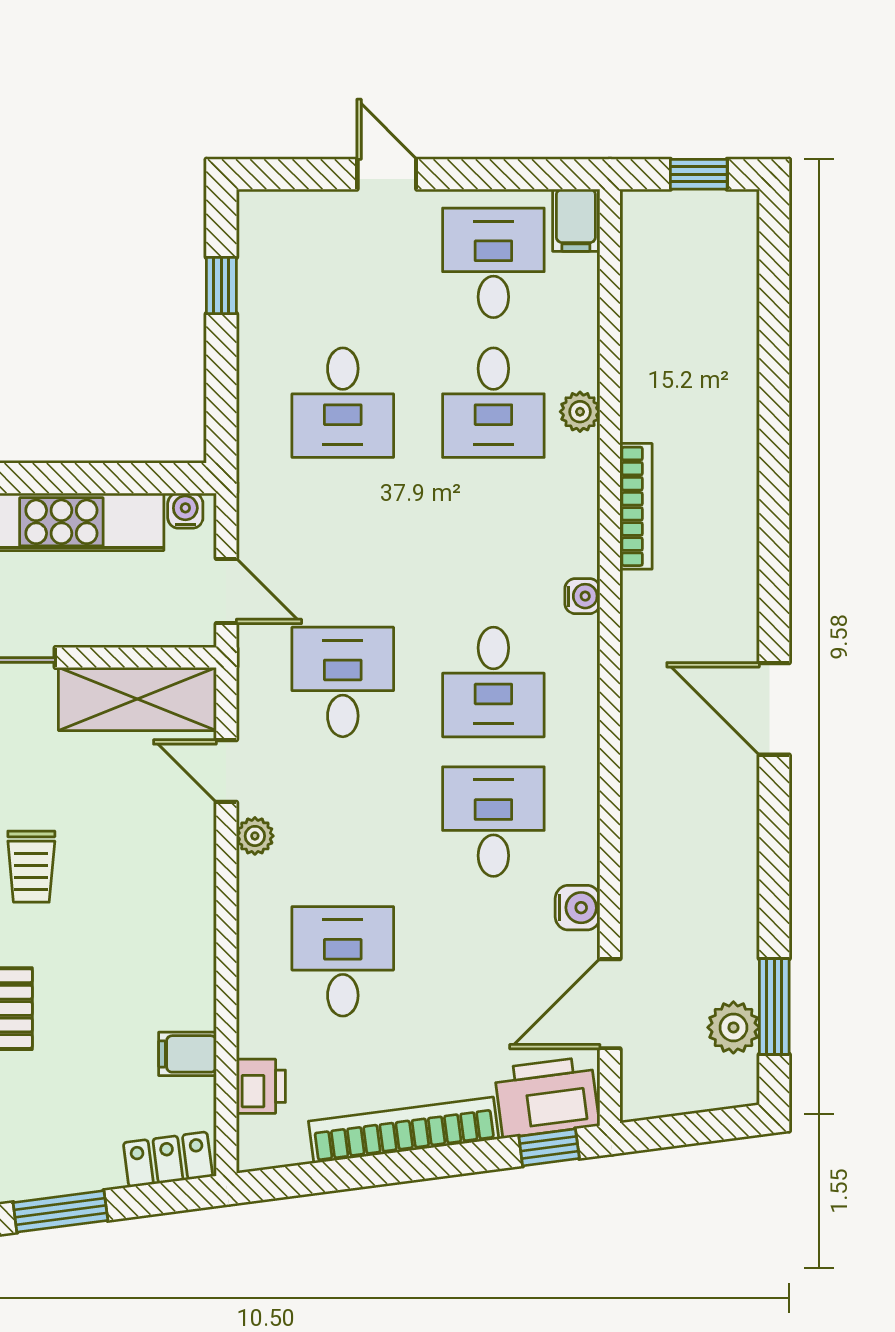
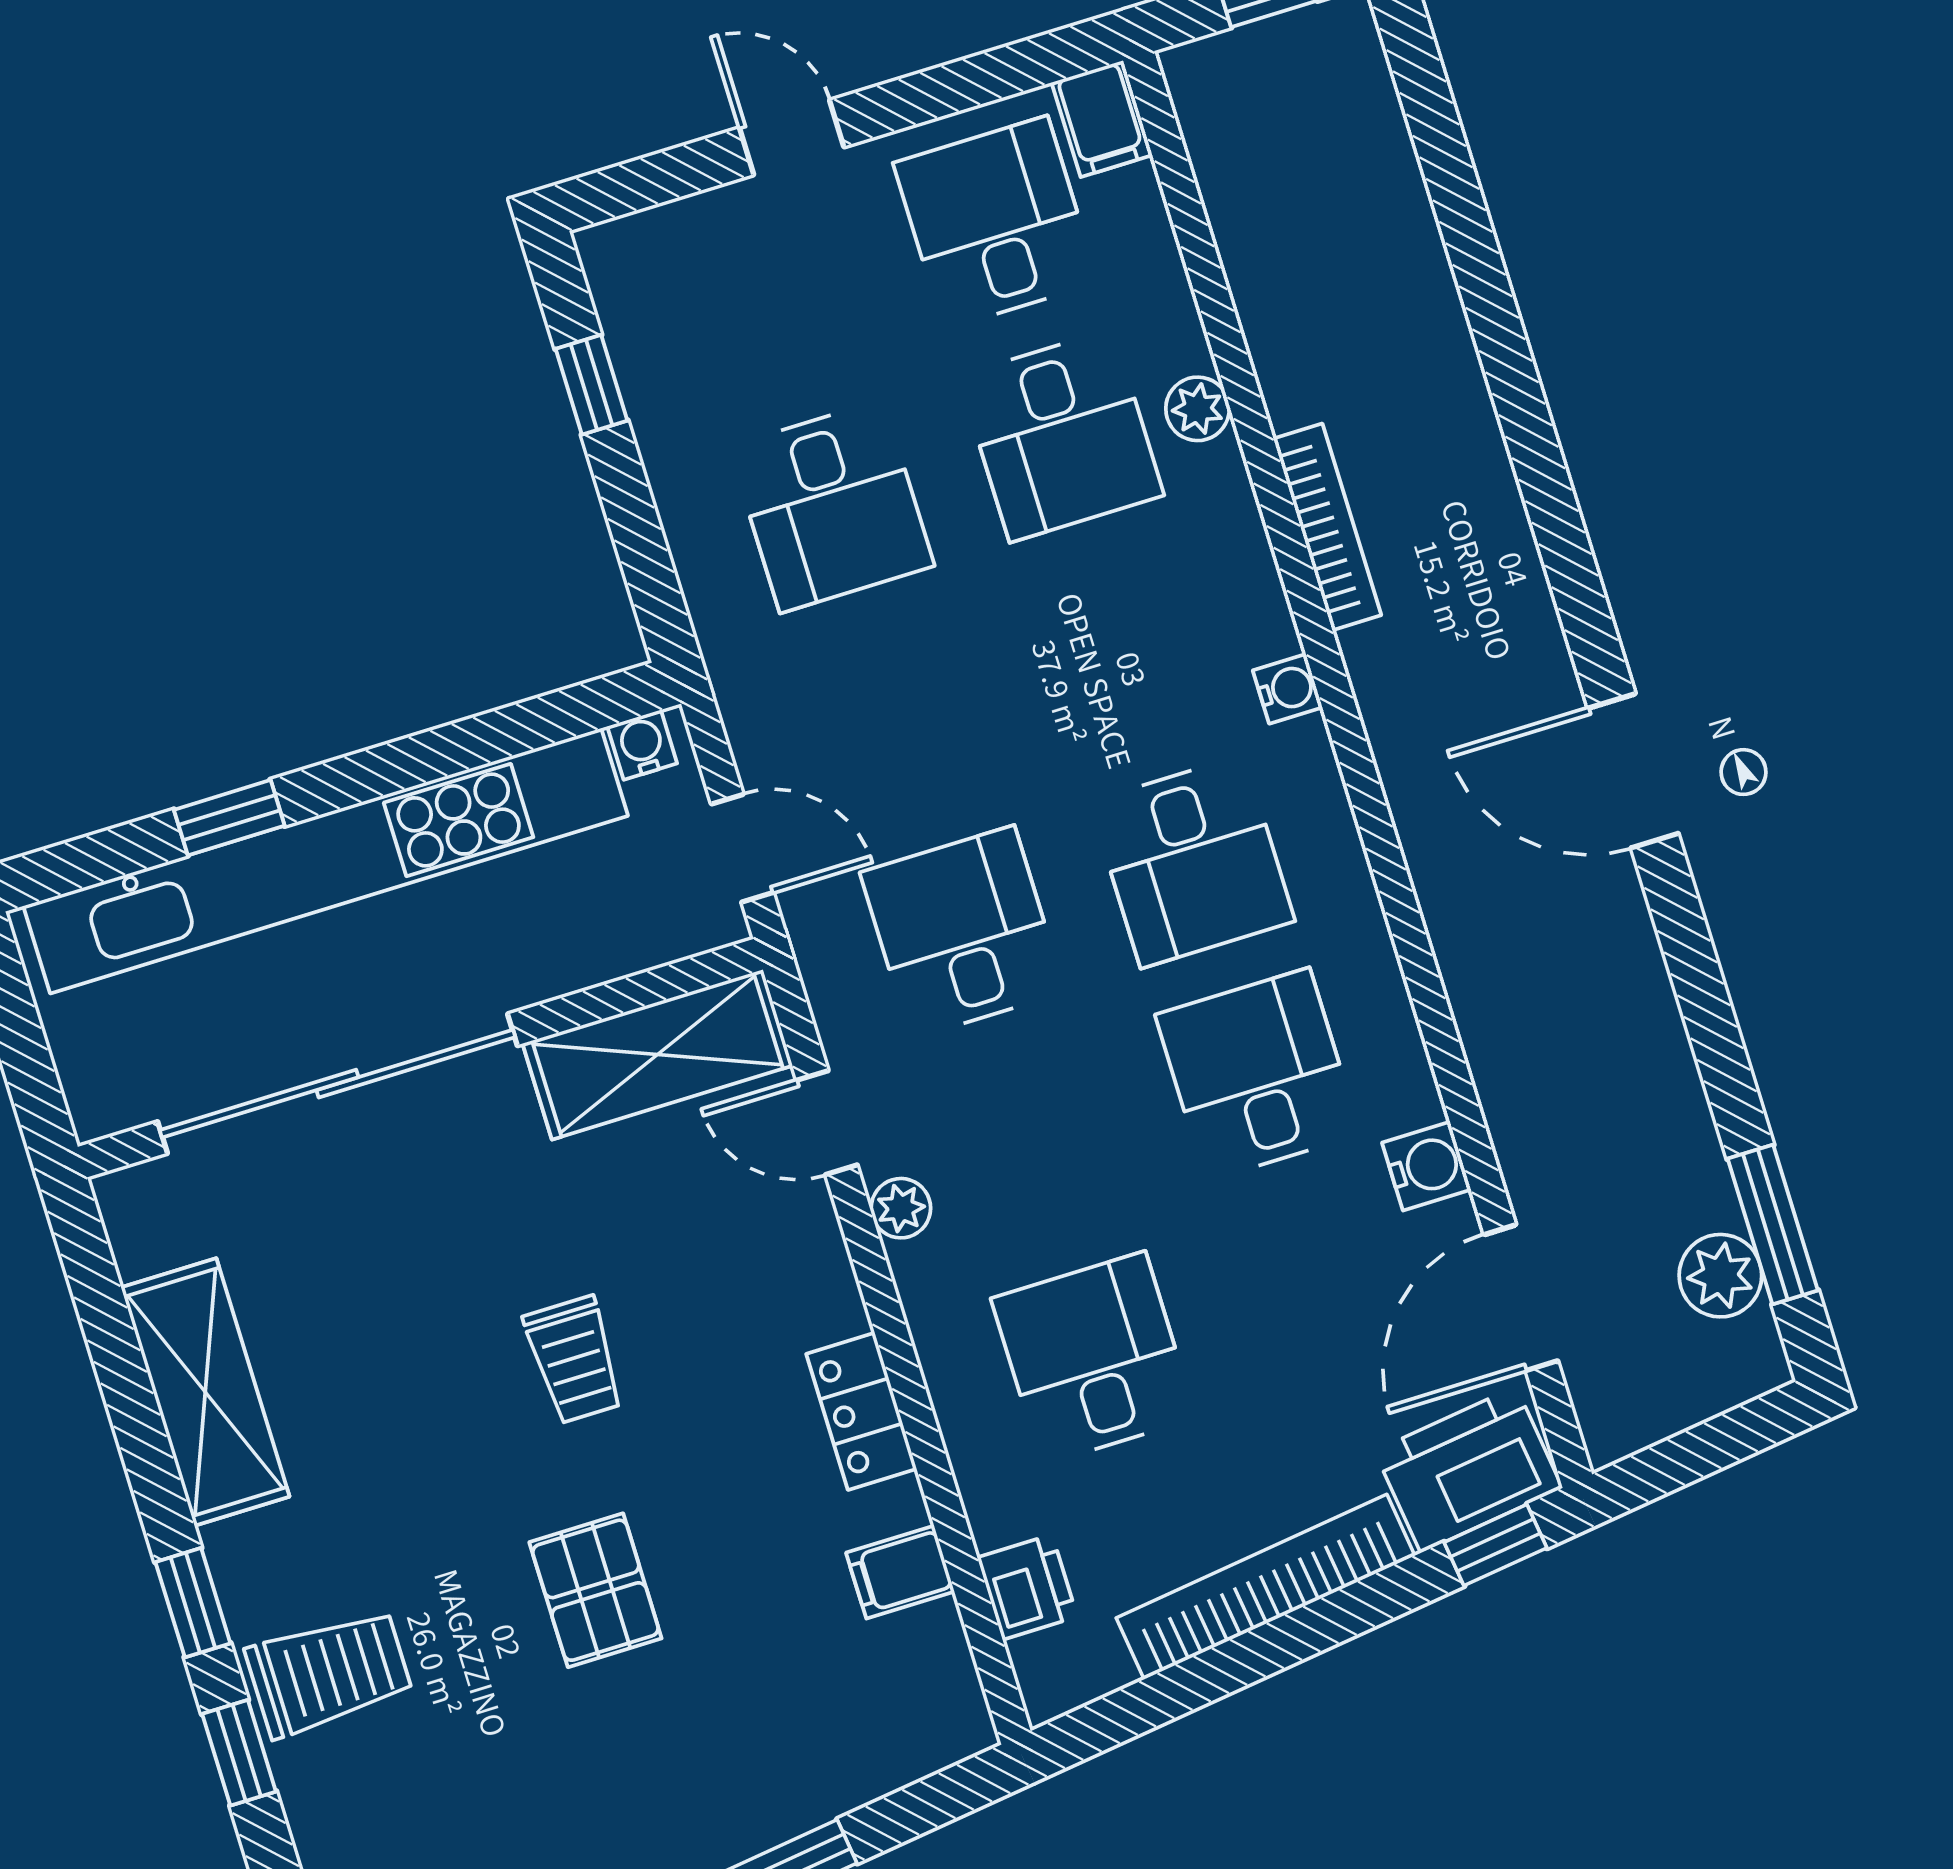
locker: (168, 1160) -> (861, 1411), moved, turned -83

